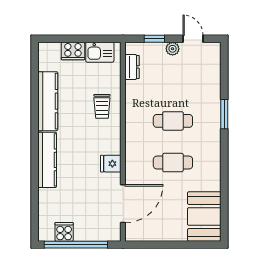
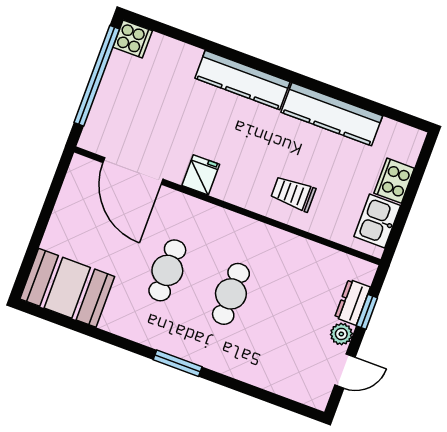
dresser: (132, 67) -> (352, 302), moved, turned 90
window: (224, 114) -> (178, 363), moved
cooker: (64, 232) -> (133, 39), moved

